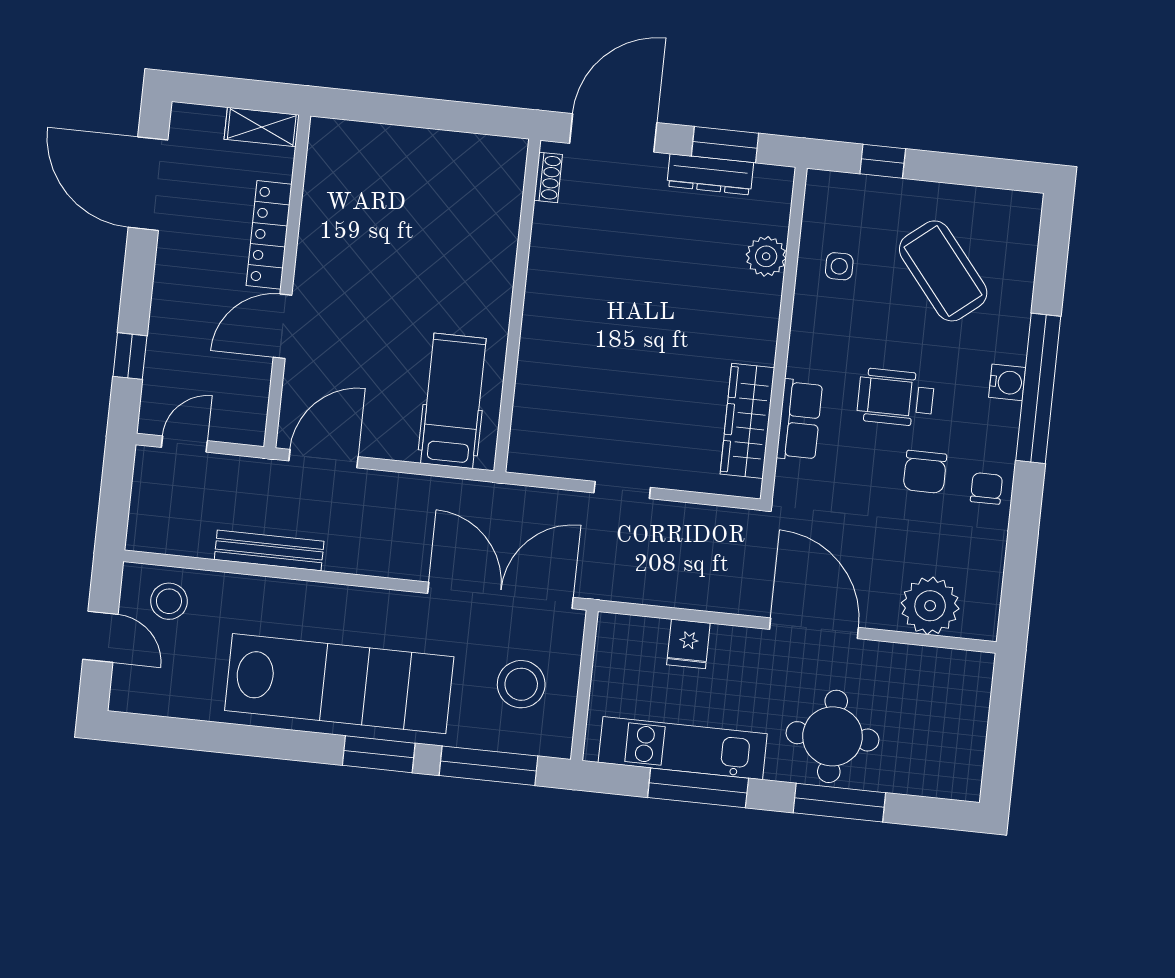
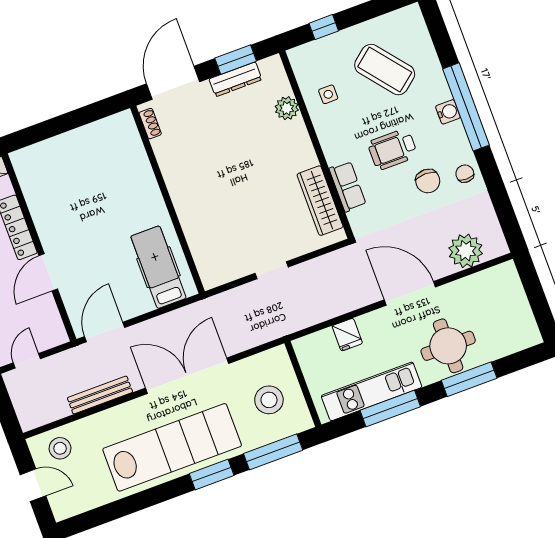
double door: (500, 595) -> (187, 376), moved

